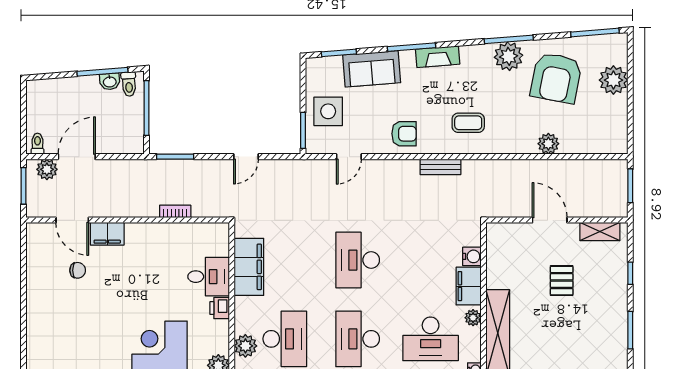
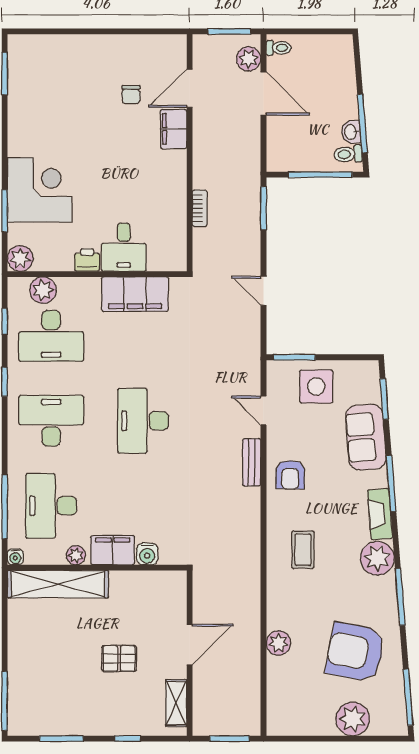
plant: (509, 56) -> (377, 558), moved
bench: (440, 167) -> (252, 462), moved
desk: (358, 260) -> (143, 421), turned -90

